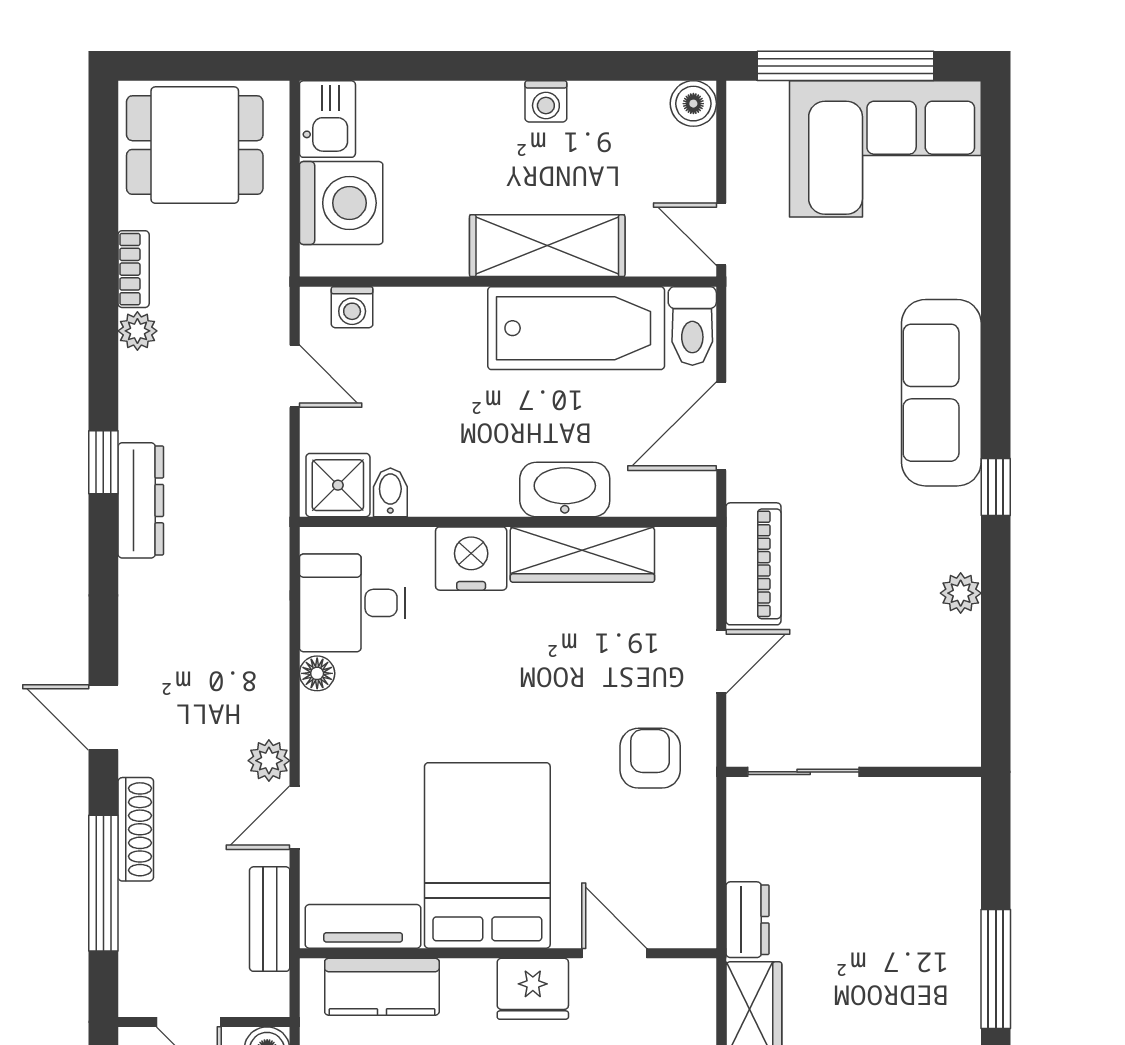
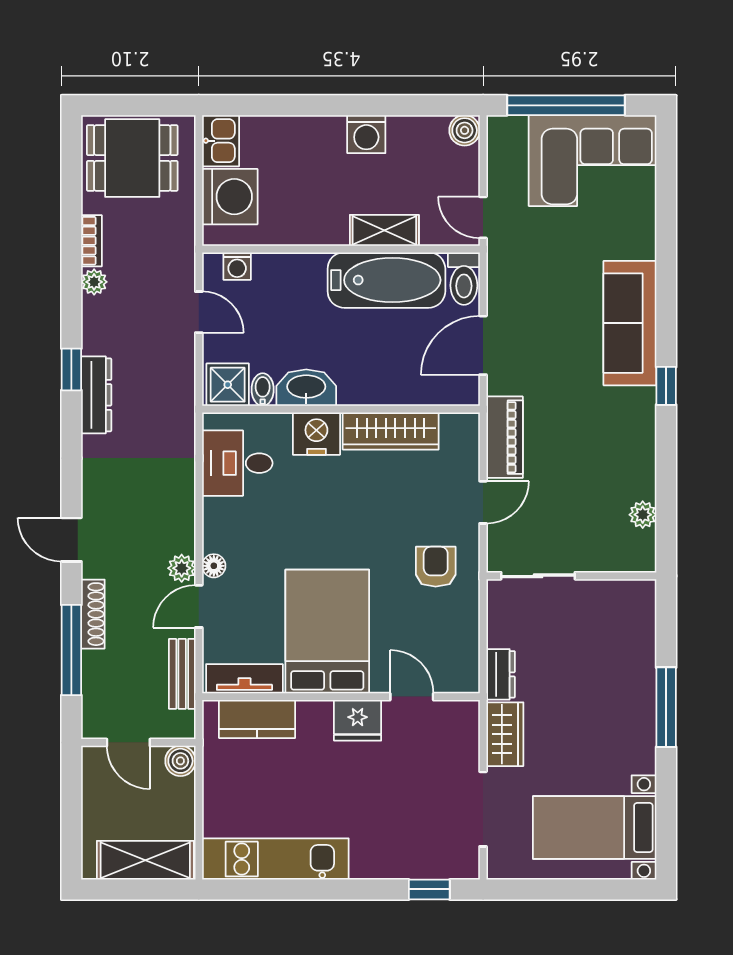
washing machine: (546, 101) -> (366, 134), width x1.38, depth x1.38
shelving: (547, 246) -> (384, 230), width x0.67, depth x0.75
washbasin: (565, 490) -> (306, 388), moved
plant: (961, 593) -> (643, 515), moved
floor lamp: (317, 673) -> (214, 566), moved

